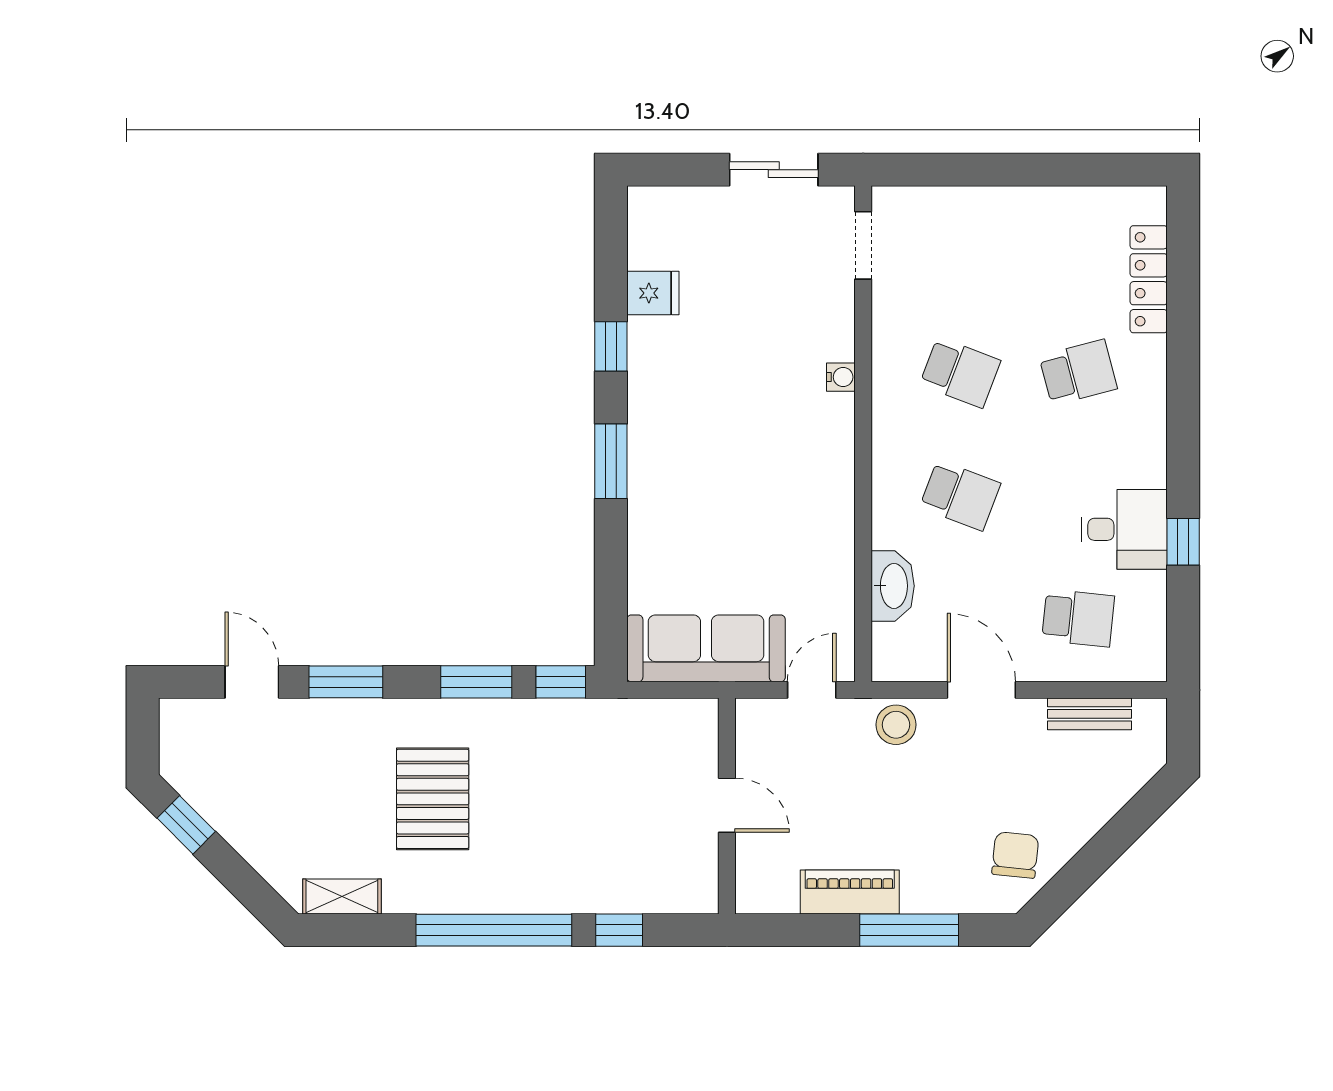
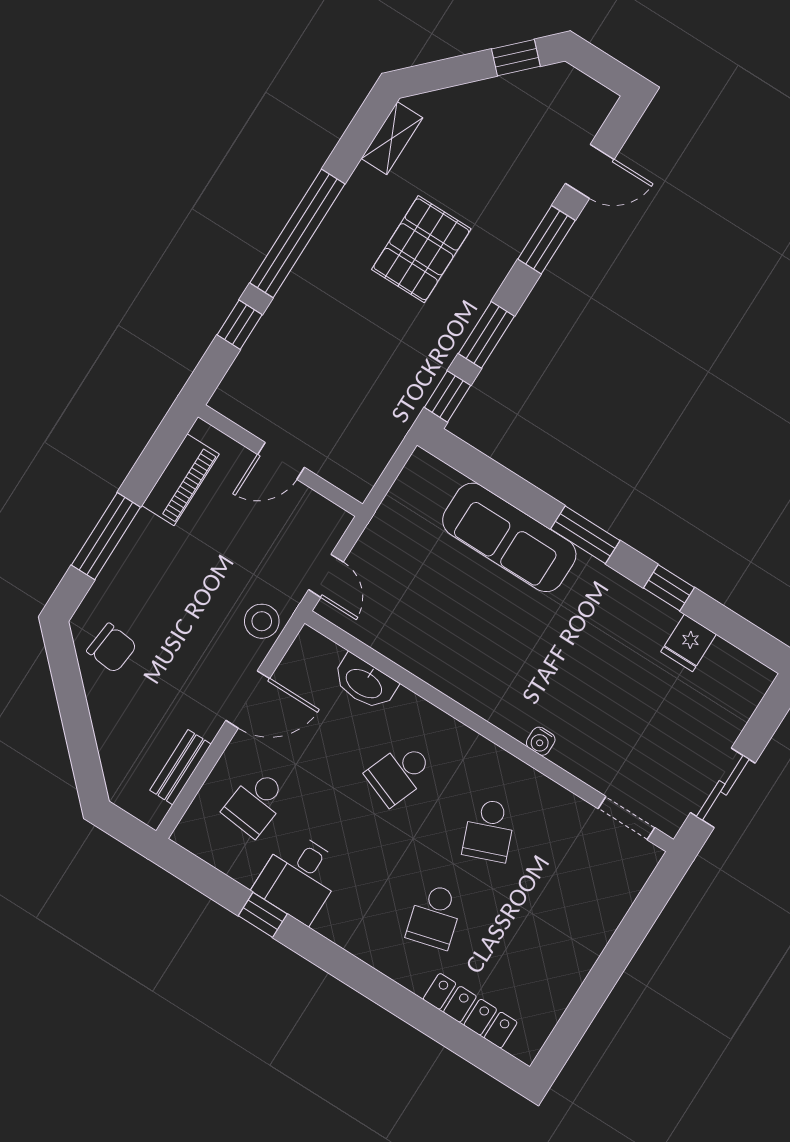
school desk: (960, 372) -> (489, 830), turned -42
sofa: (706, 648) -> (509, 537), moved, turned 90
pallet: (433, 799) -> (421, 249), turned 90
piano: (850, 892) -> (181, 480), moved

